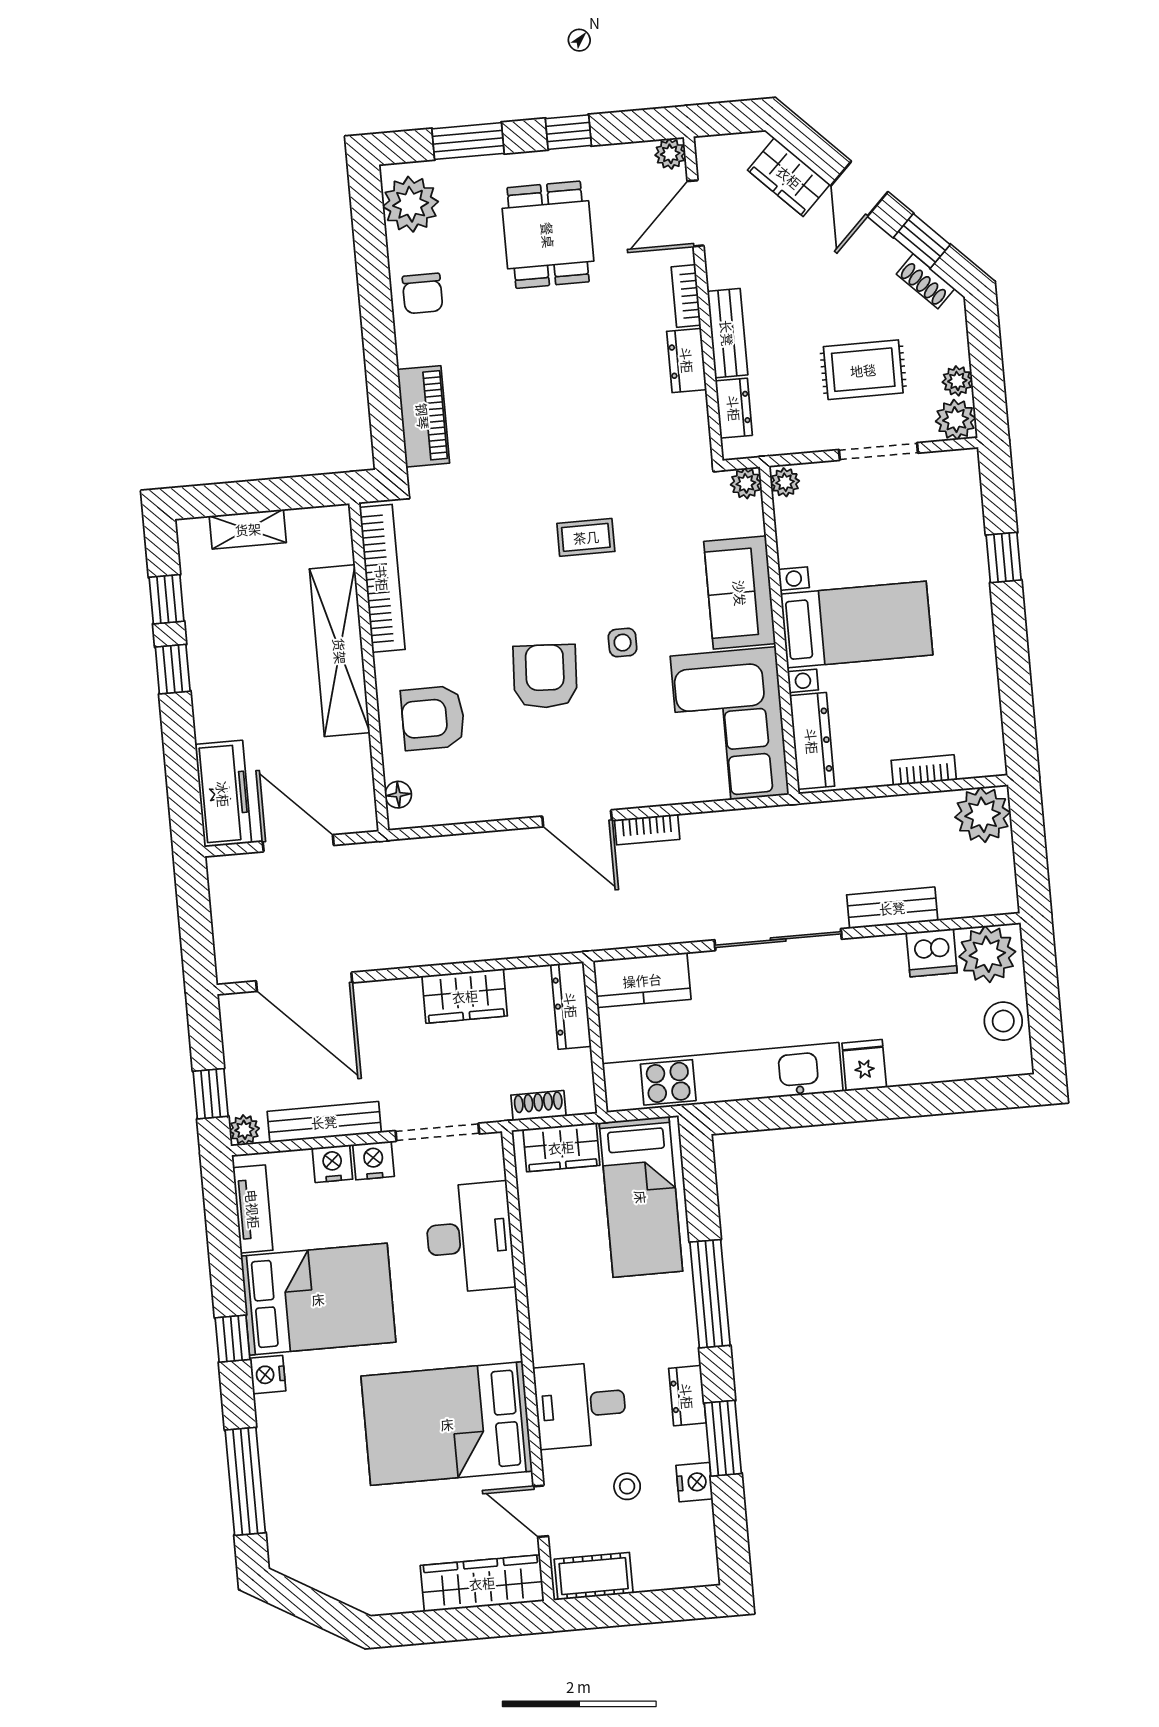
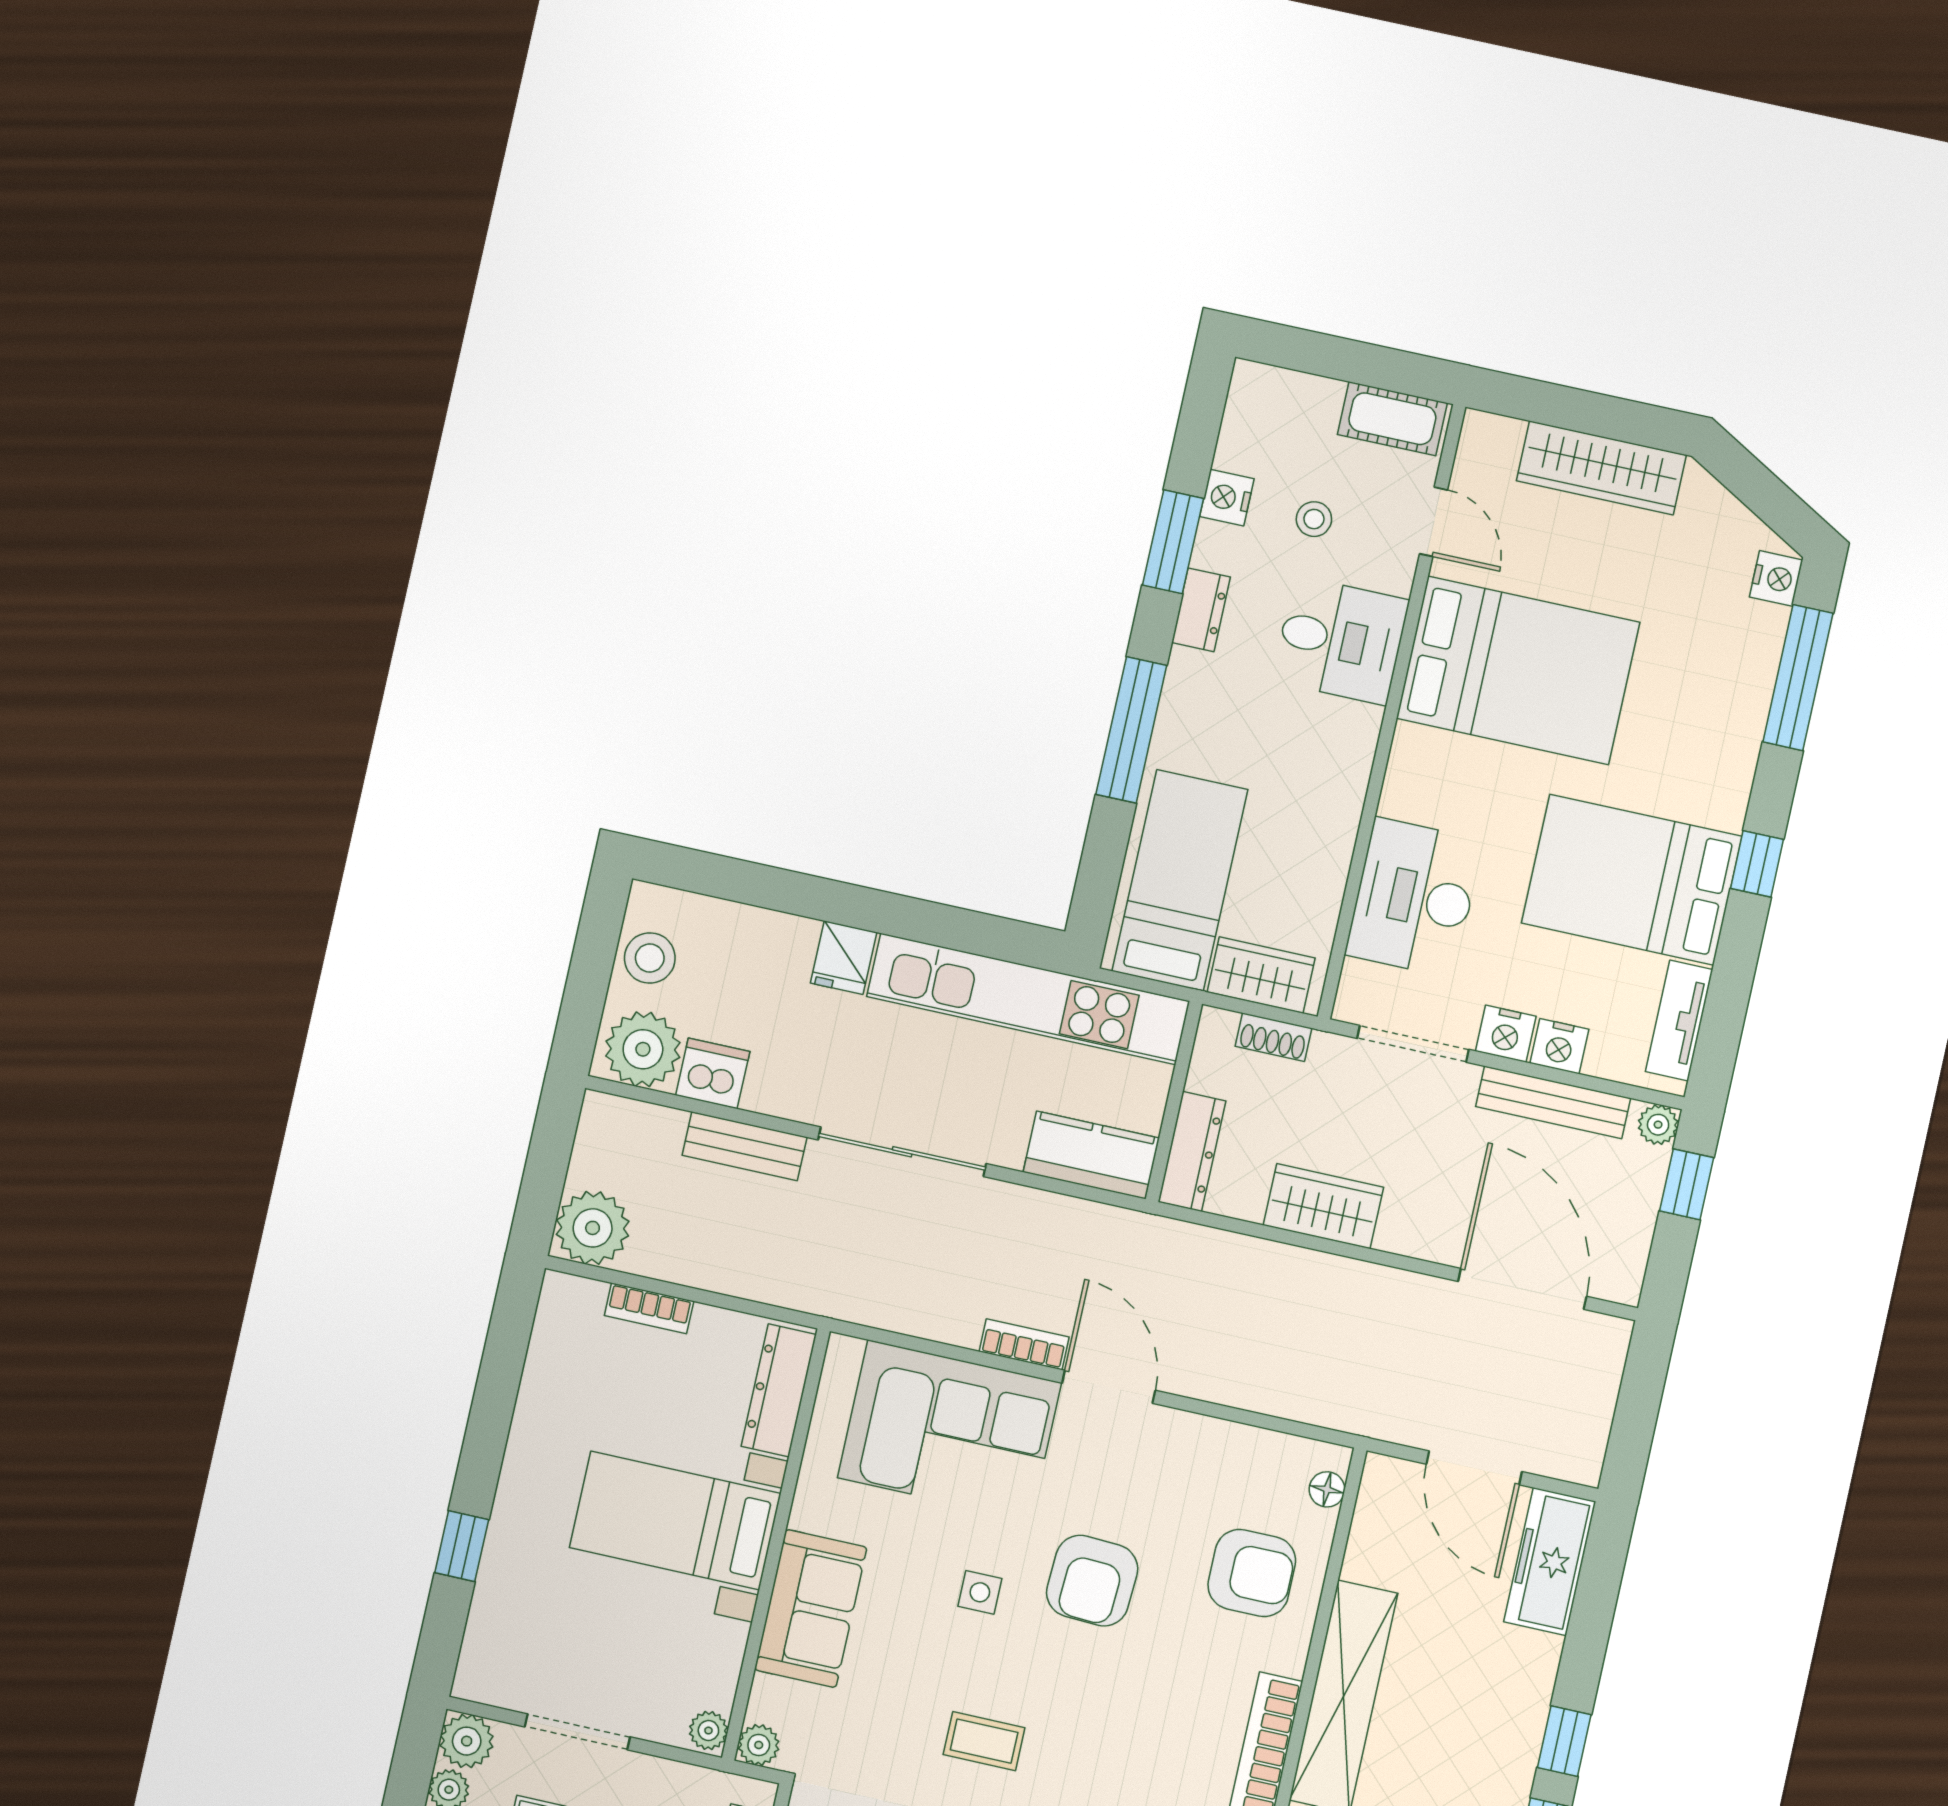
corner sofa: (730, 725) -> (949, 1430), moved, turned 90
nightstand: (268, 1375) -> (1776, 578), moved
wardrobe: (482, 1583) -> (1601, 468), moved

